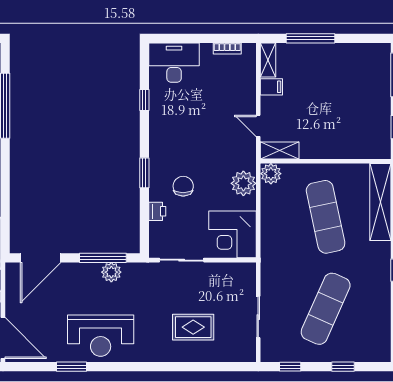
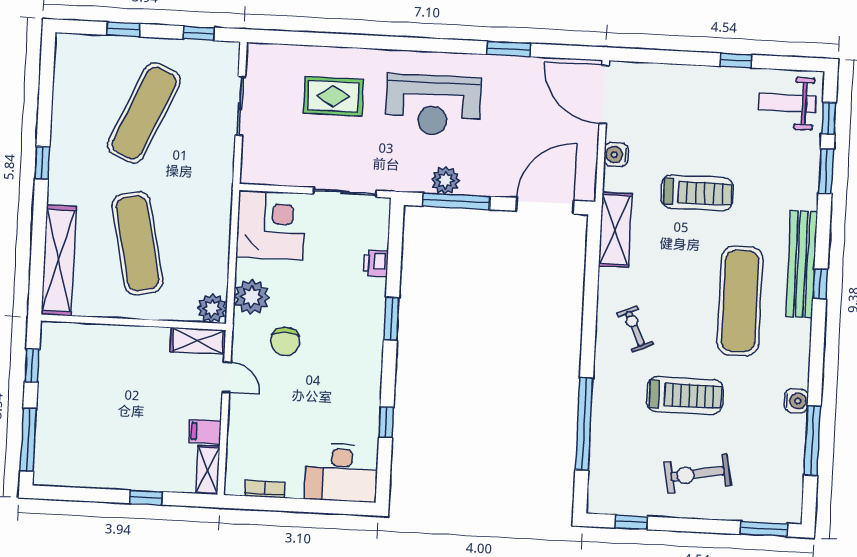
window: (311, 38) -> (146, 498), width x0.46
chair: (183, 186) -> (285, 341), moved
reception desk: (101, 336) -> (433, 105), moved, turned 180

